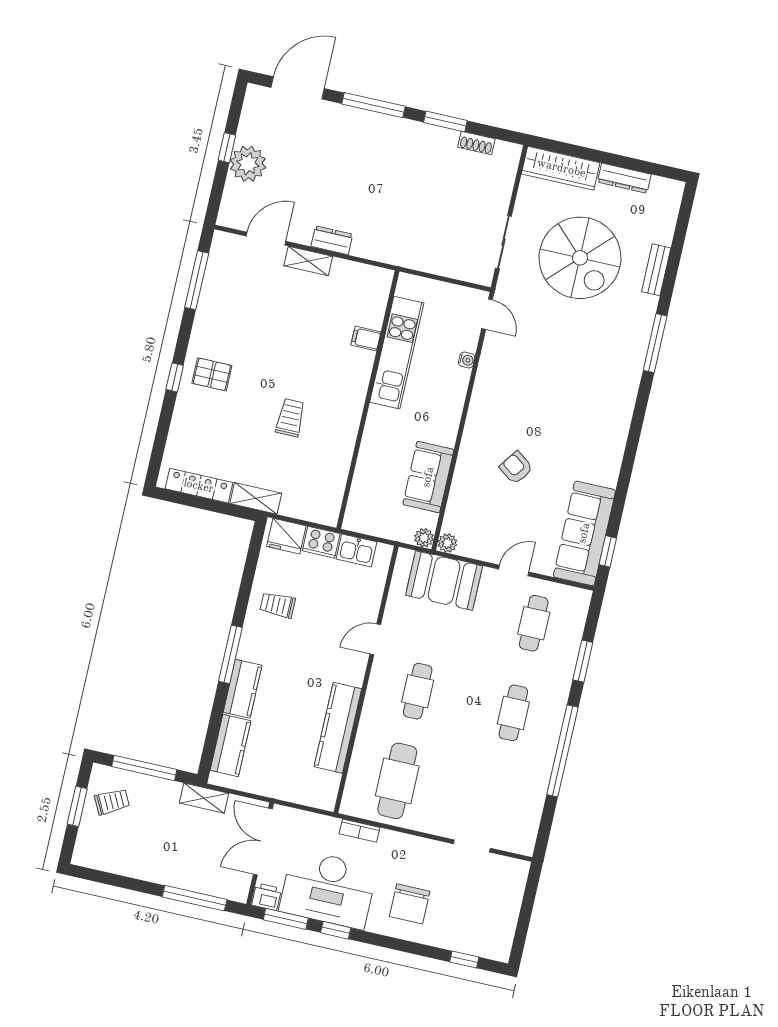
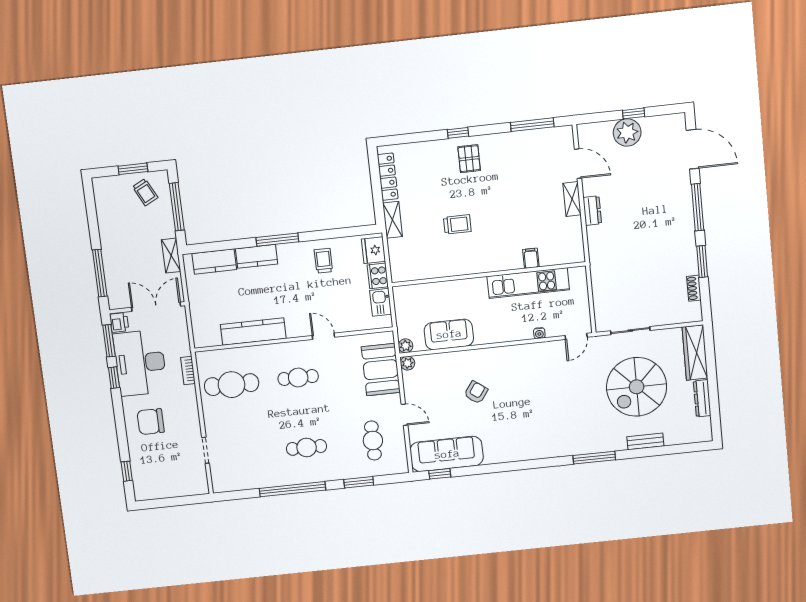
cafe table: (534, 623) -> (373, 440), turned 90

